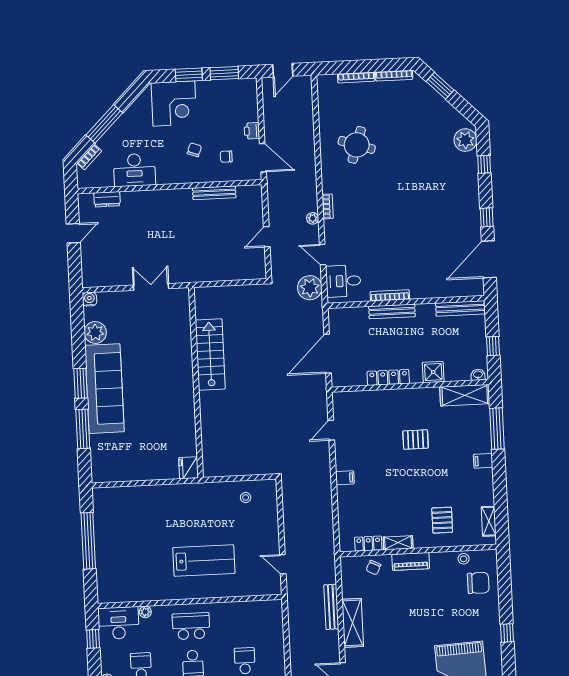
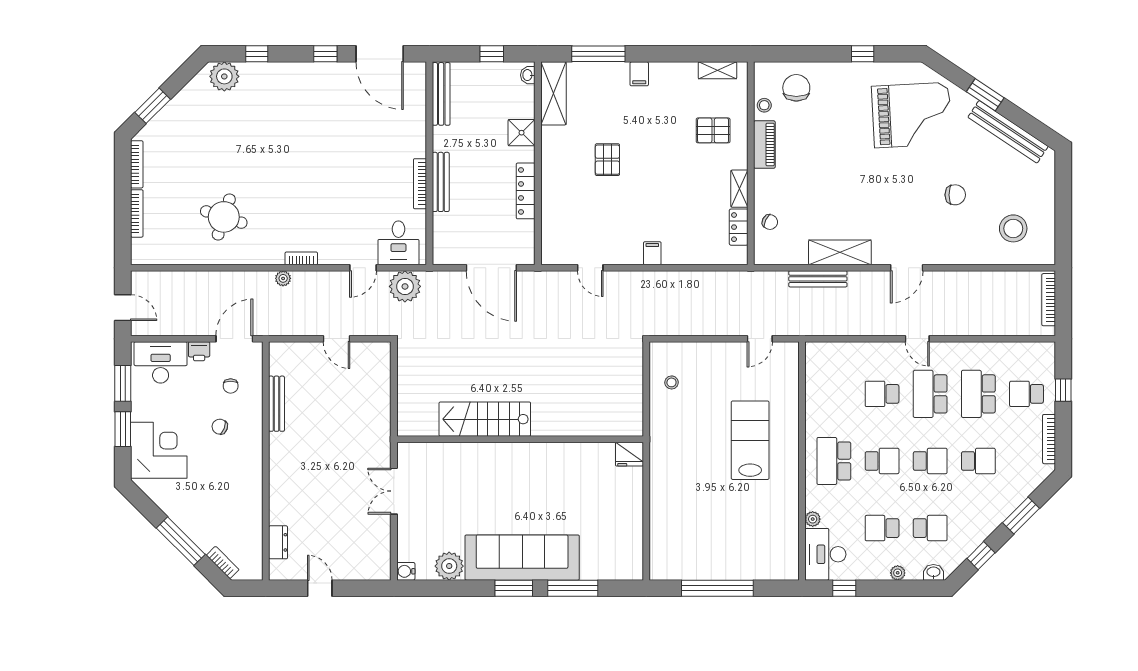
desk: (134, 170) -> (161, 362), moved, turned -90
plant: (313, 218) -> (283, 278), moved
piano: (411, 561) -> (764, 145), moved

